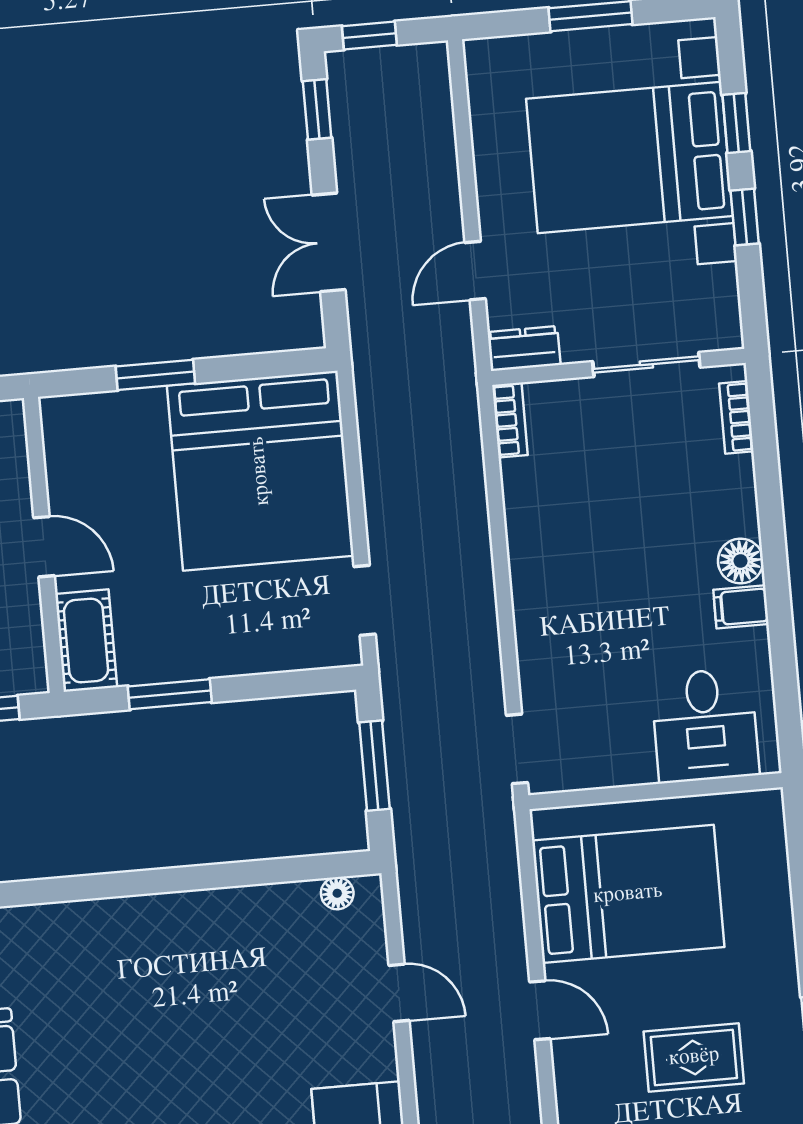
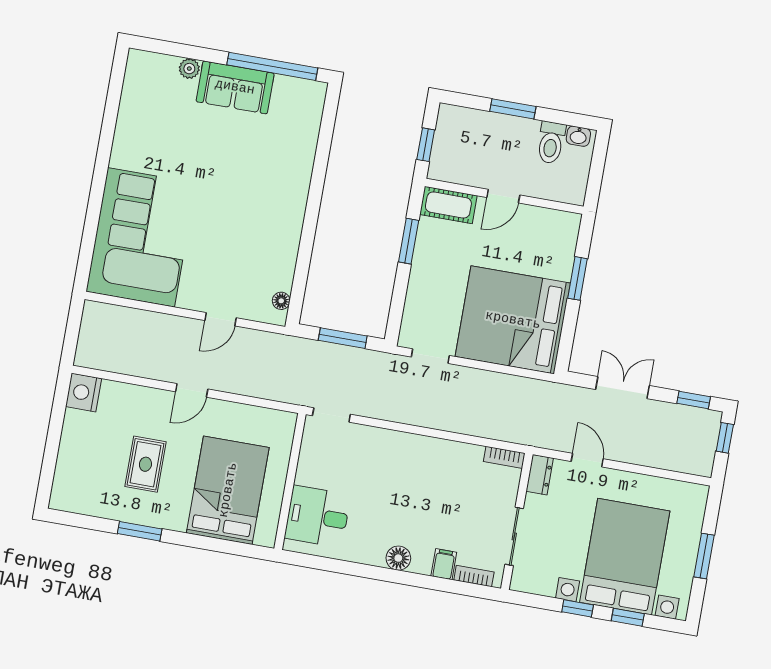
filing cabinet: (741, 607) -> (444, 564), moved
bed: (628, 894) -> (228, 490), moved, turned 180

